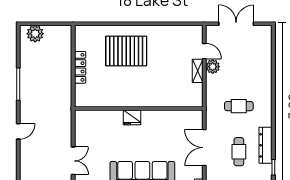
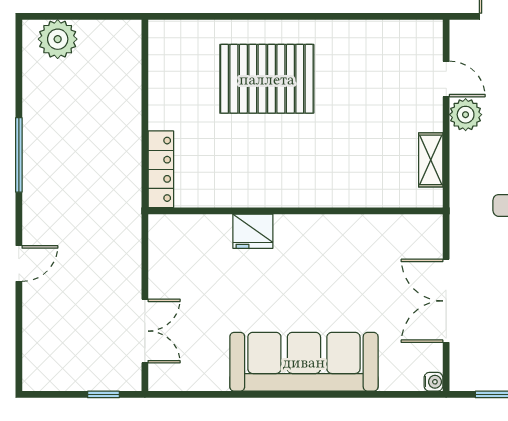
locker: (80, 67) -> (161, 169), moved
shelving: (198, 71) -> (431, 160), moved
fridge: (132, 117) -> (253, 231), moved

